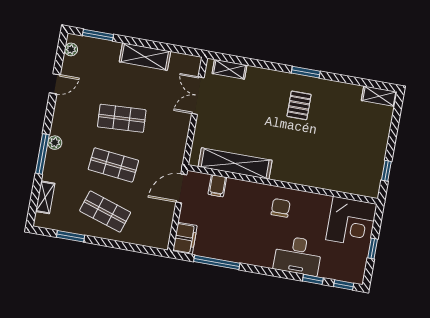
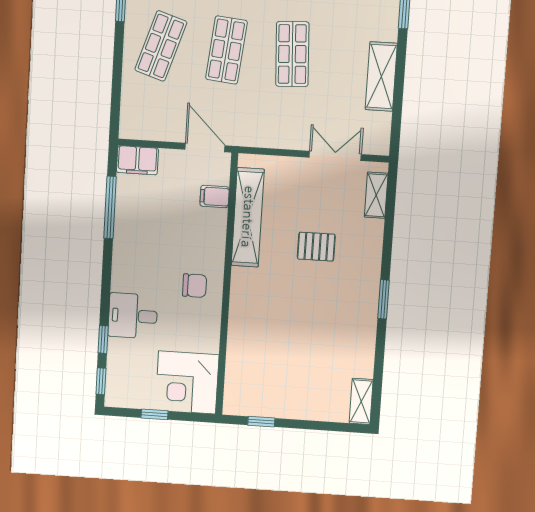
pallet: (299, 105) -> (316, 247), moved
desk: (298, 256) -> (133, 316), width x0.73

